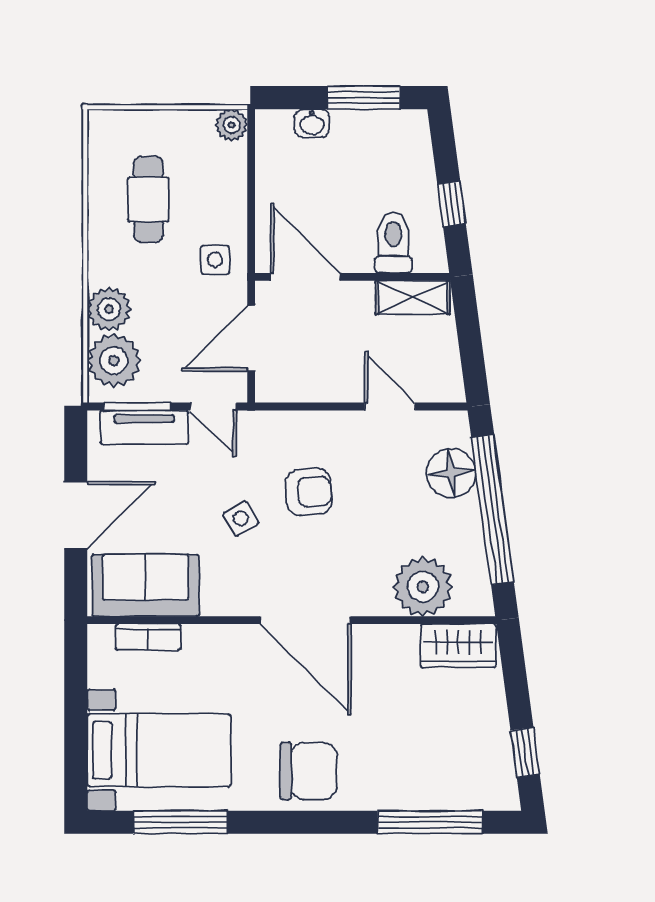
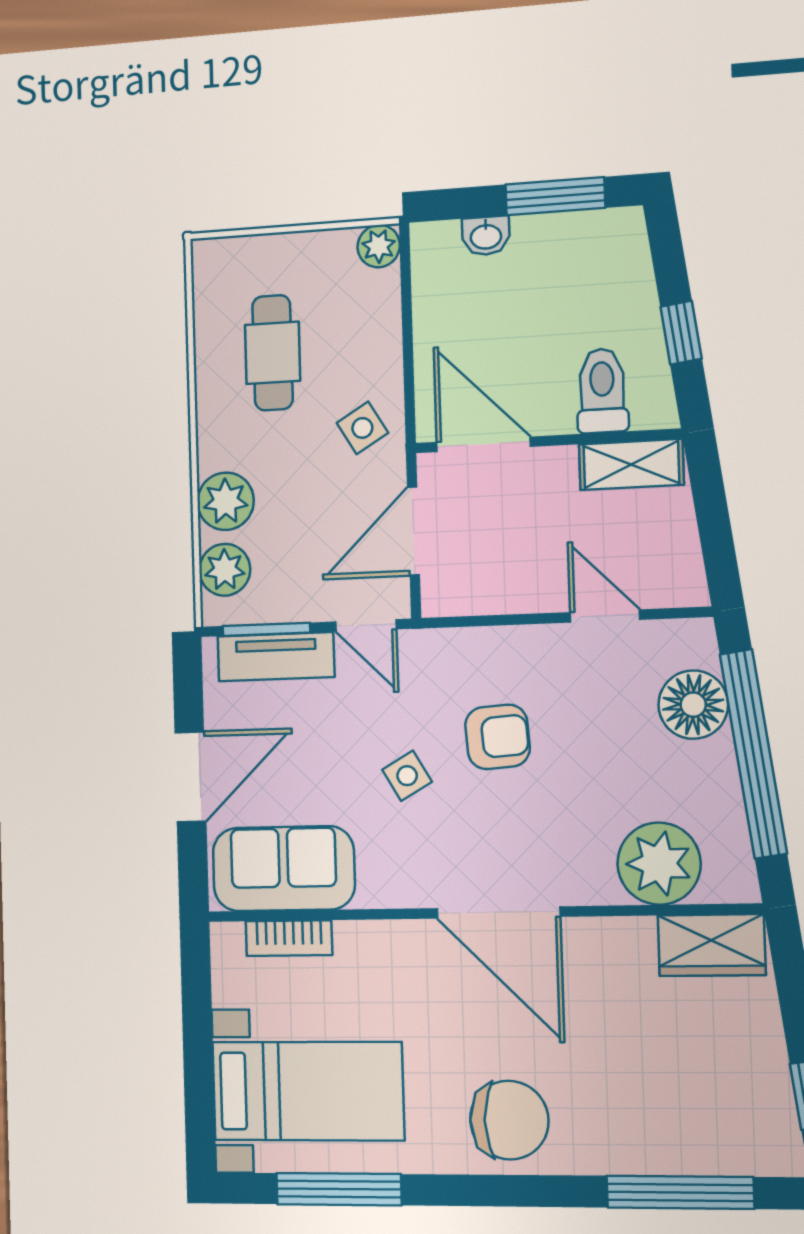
side table: (215, 260) -> (362, 428), turned -31
plant: (114, 361) -> (225, 570), width x0.73, depth x0.73

